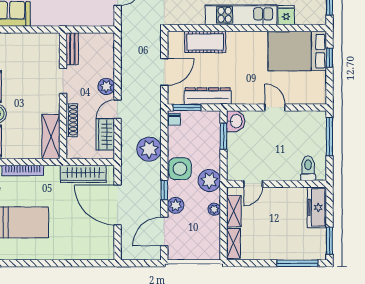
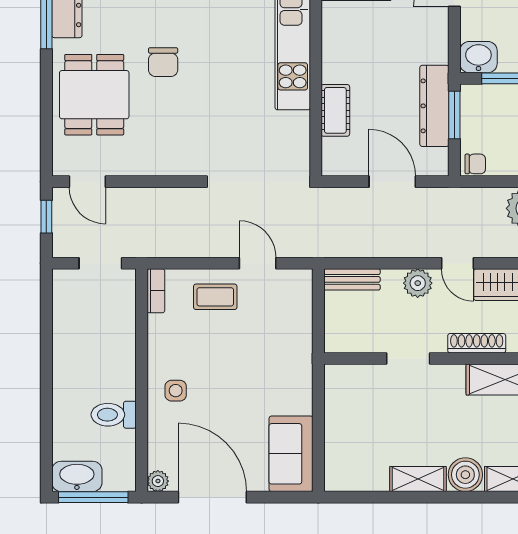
cot: (205, 42) -> (335, 110), width x0.73, depth x0.75
bench: (72, 49) -> (352, 279), moved
window: (187, 107) -> (454, 115), moved

